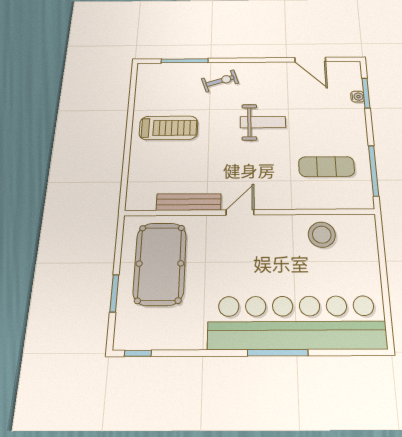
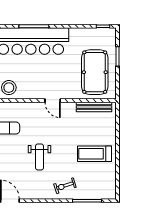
weight bench: (263, 122) -> (40, 157), turned -90
bench: (189, 202) -> (94, 107), moved
door: (240, 212) -> (53, 101), hinge flipped

